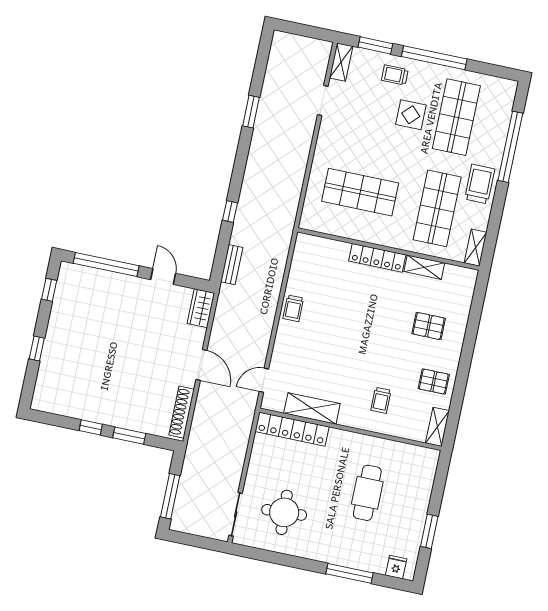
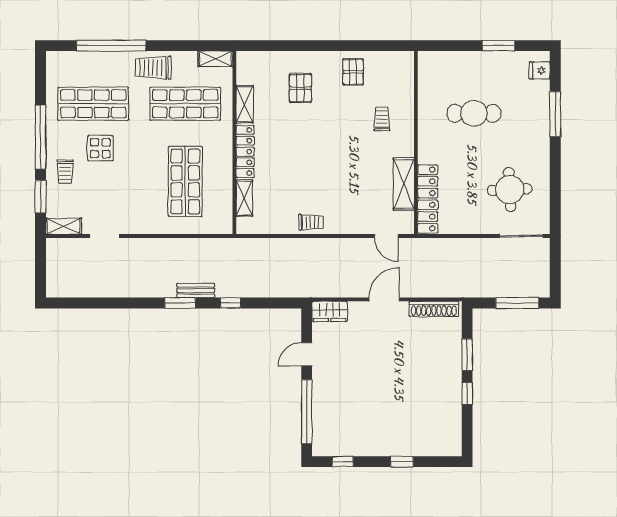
window: (251, 112) -> (180, 303), moved
bench: (232, 265) -> (196, 290), moved
trolley: (381, 400) -> (382, 119), turned -90
shelving: (437, 427) -> (244, 198), moved, turned 90

